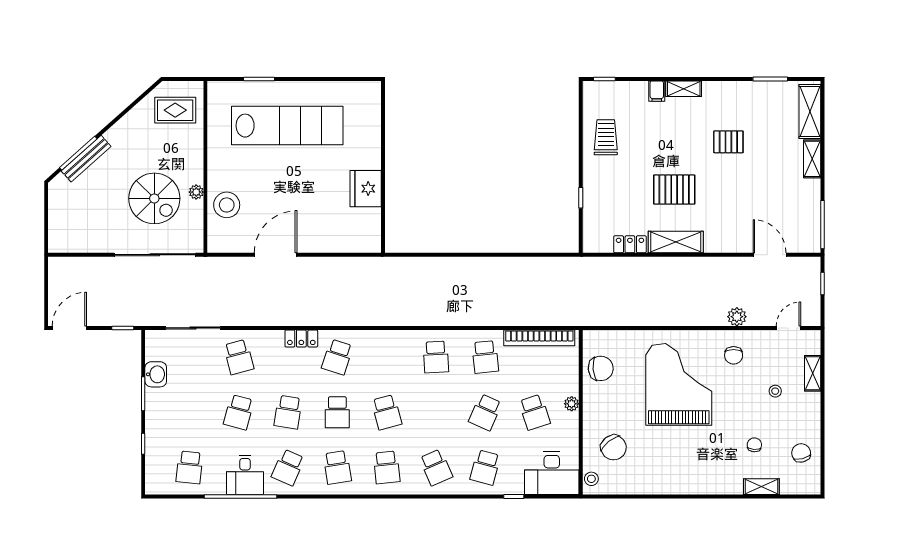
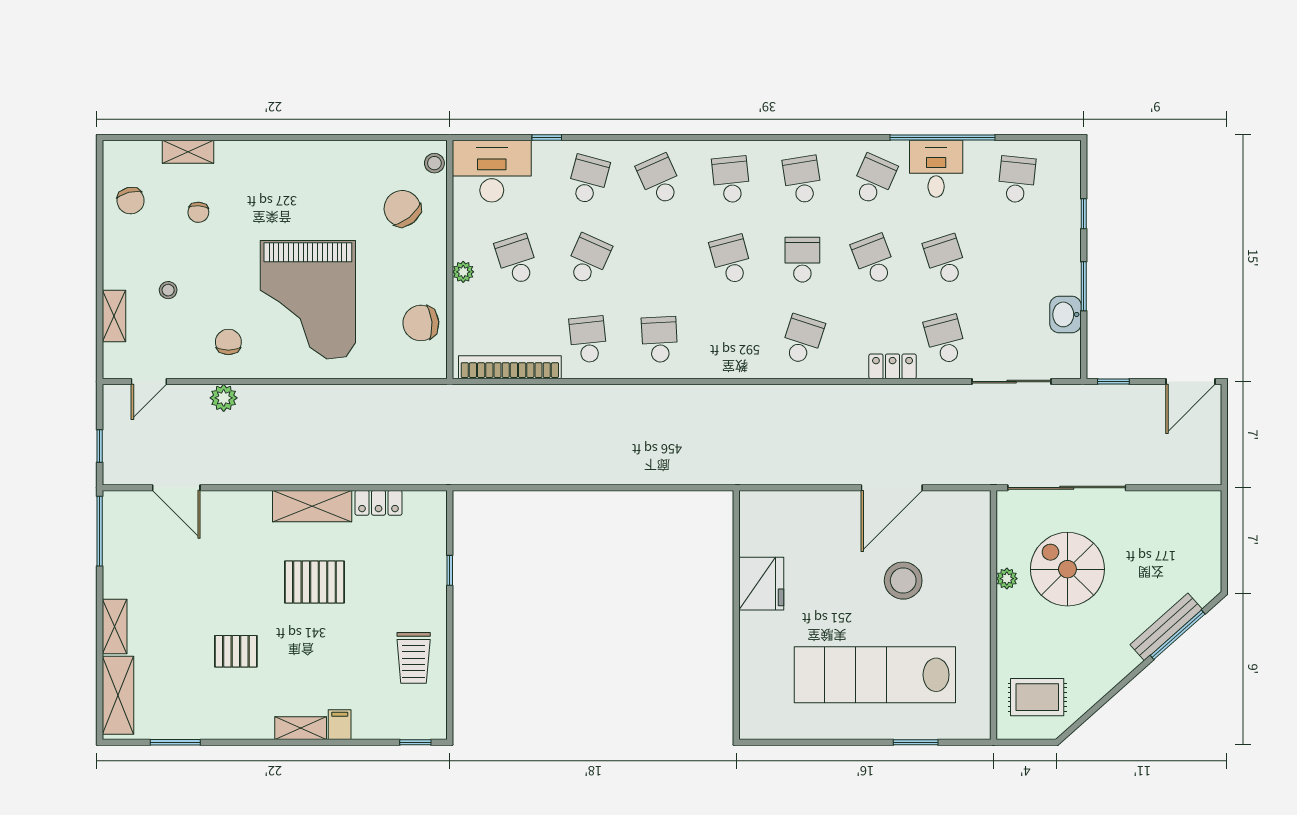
stool: (227, 205) -> (903, 581), moved
locker: (301, 338) -> (893, 366), moved
school desk: (239, 412) -> (945, 260), turned -33
school desk: (288, 412) -> (874, 260), turned -30

